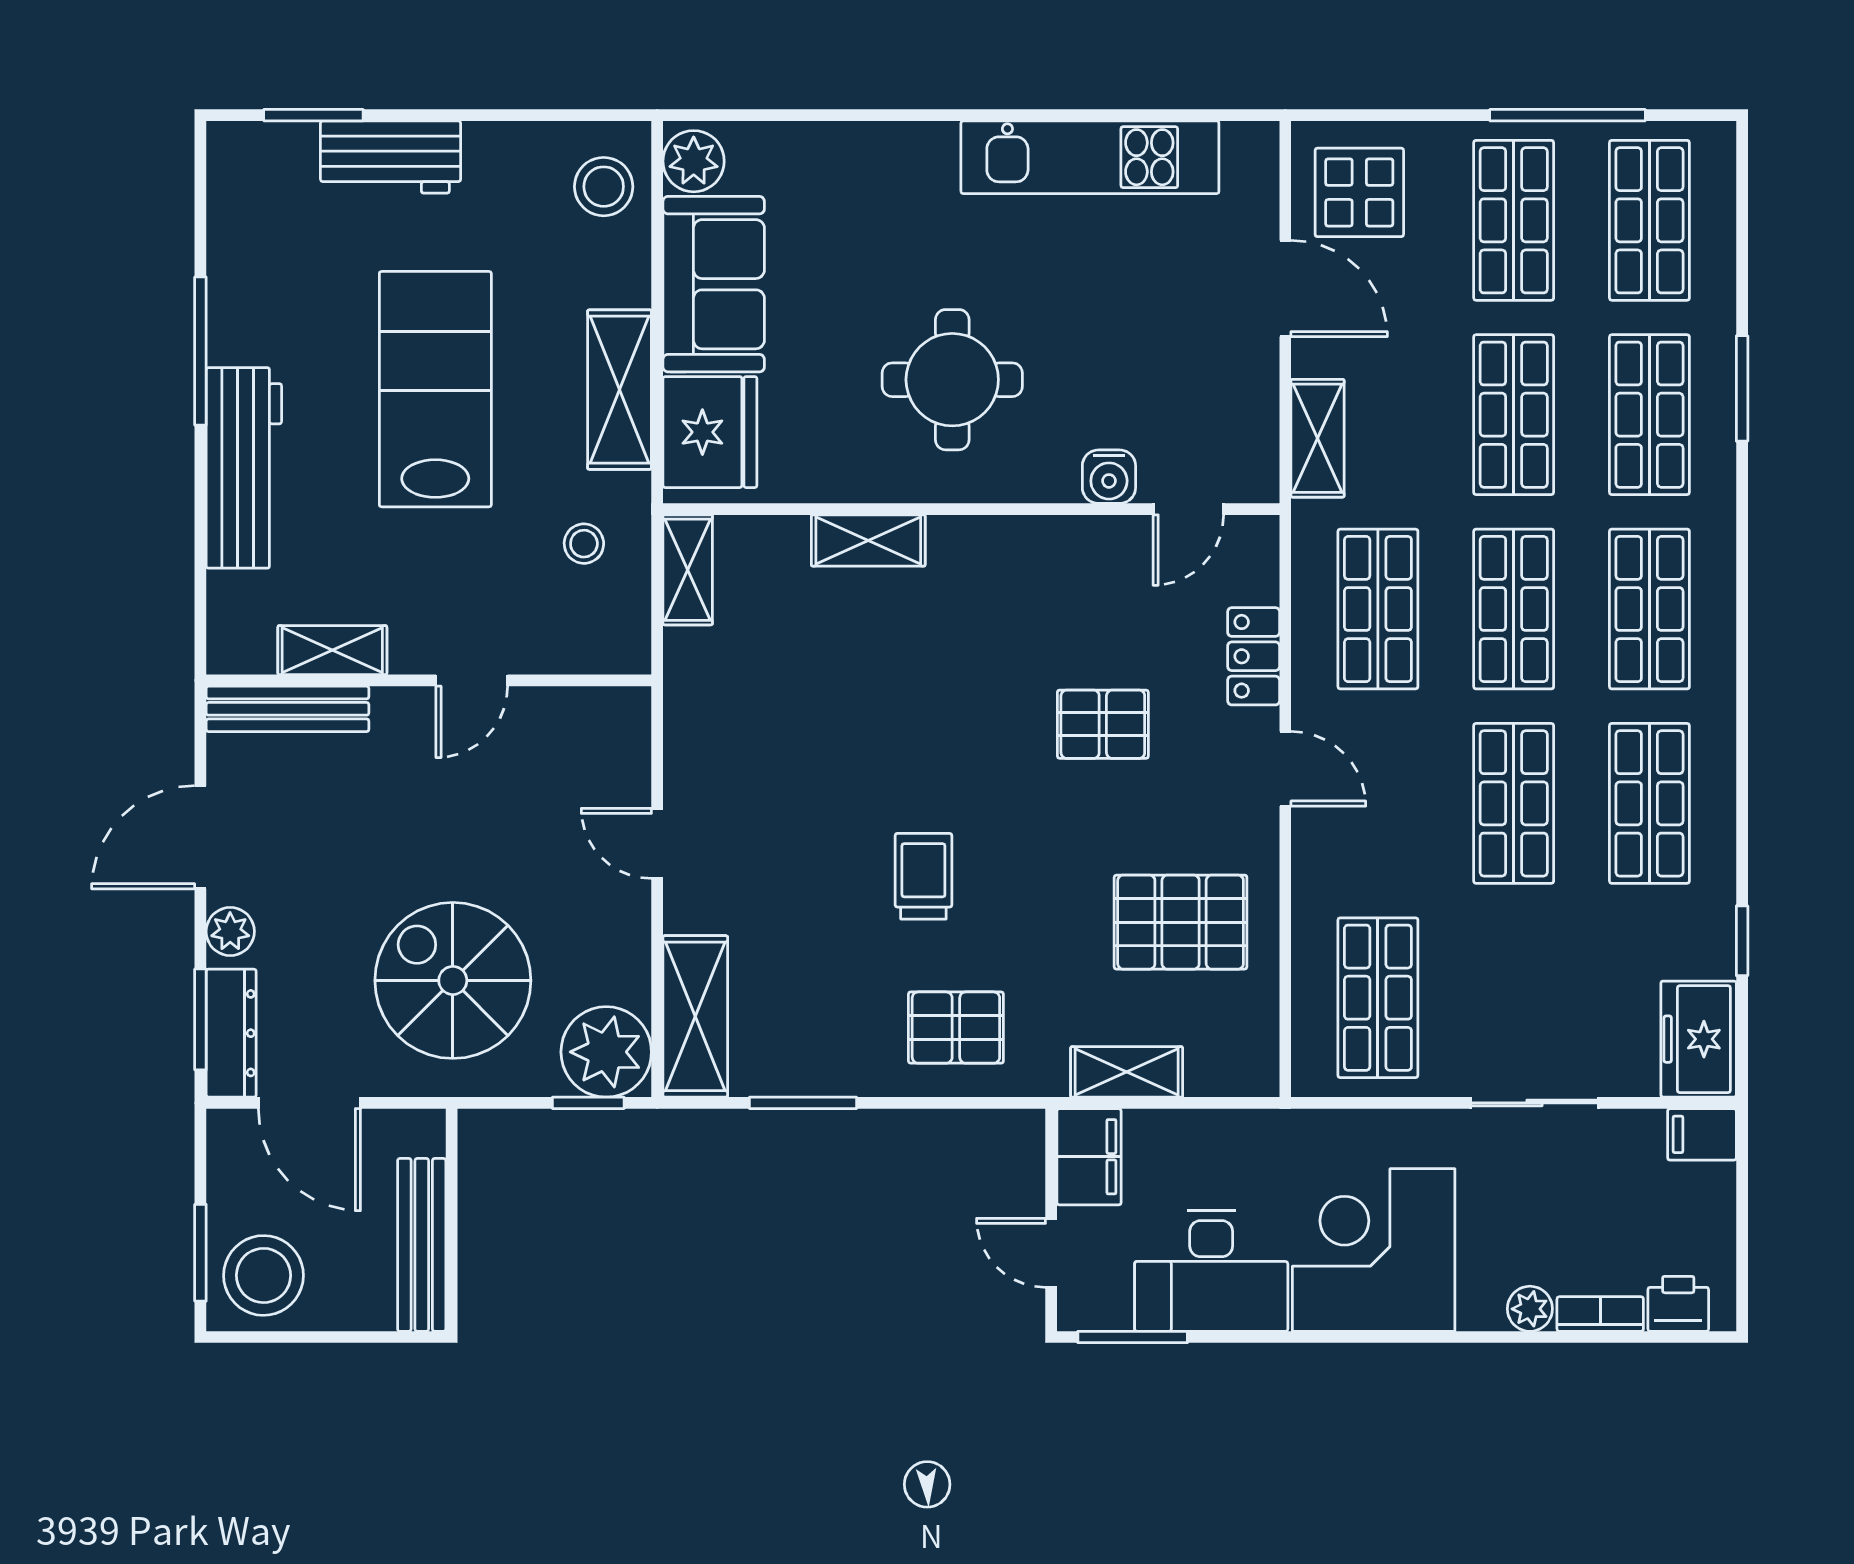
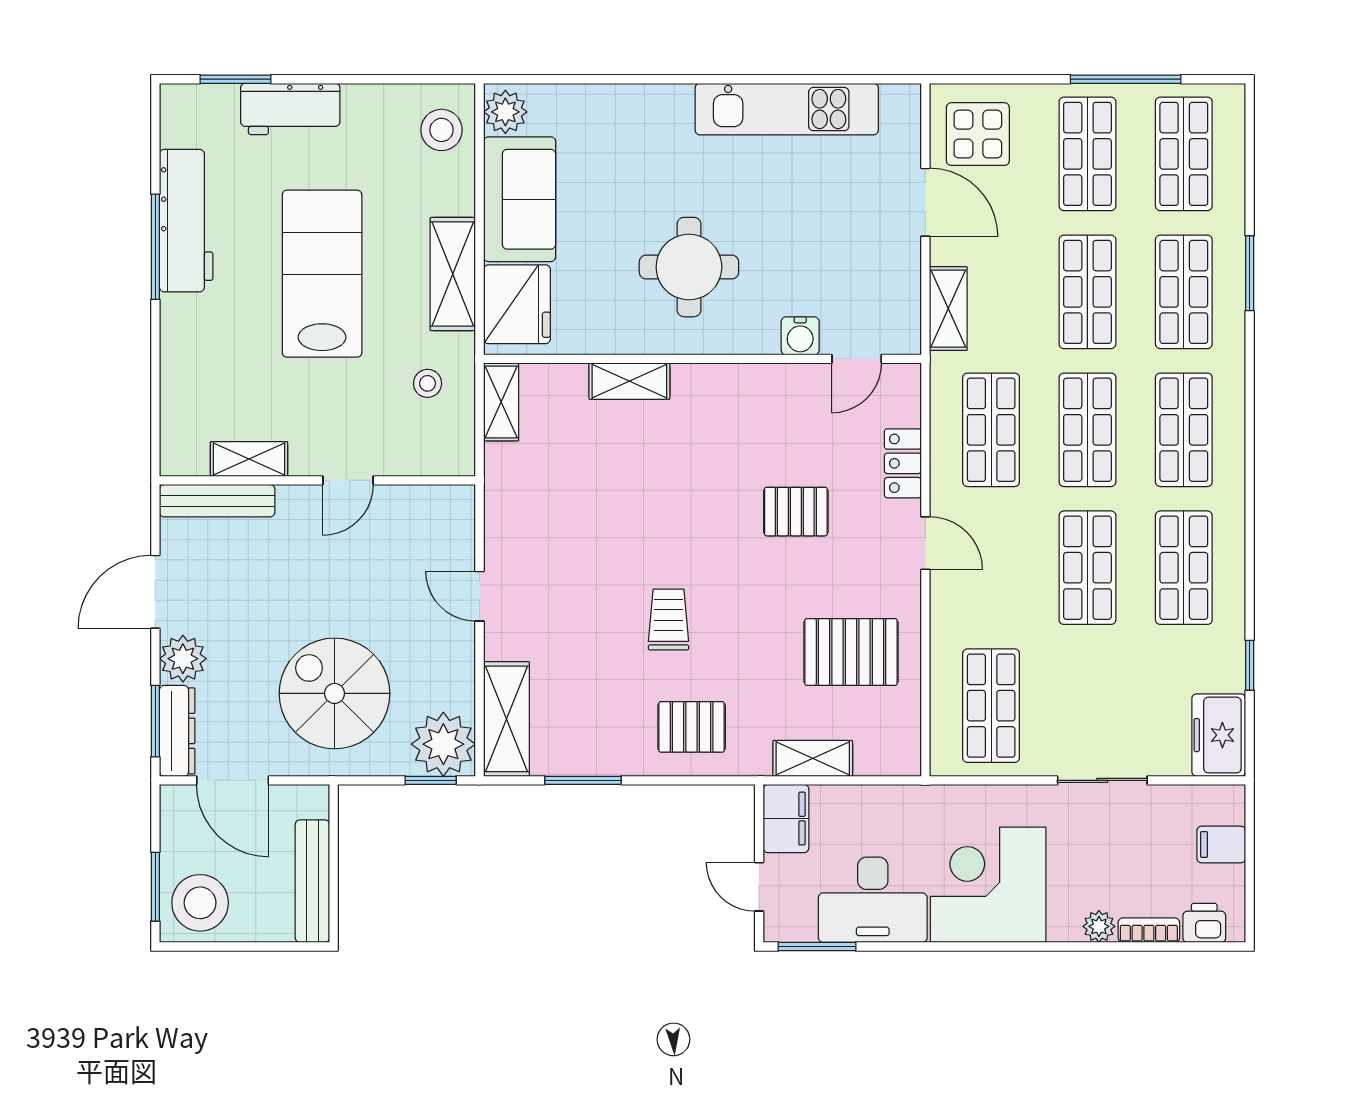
workbench: (244, 468) -> (186, 221), moved
plant: (230, 931) -> (183, 659), width x1.38, depth x1.38
filing cabinet: (1702, 1134) -> (1221, 844), moved

